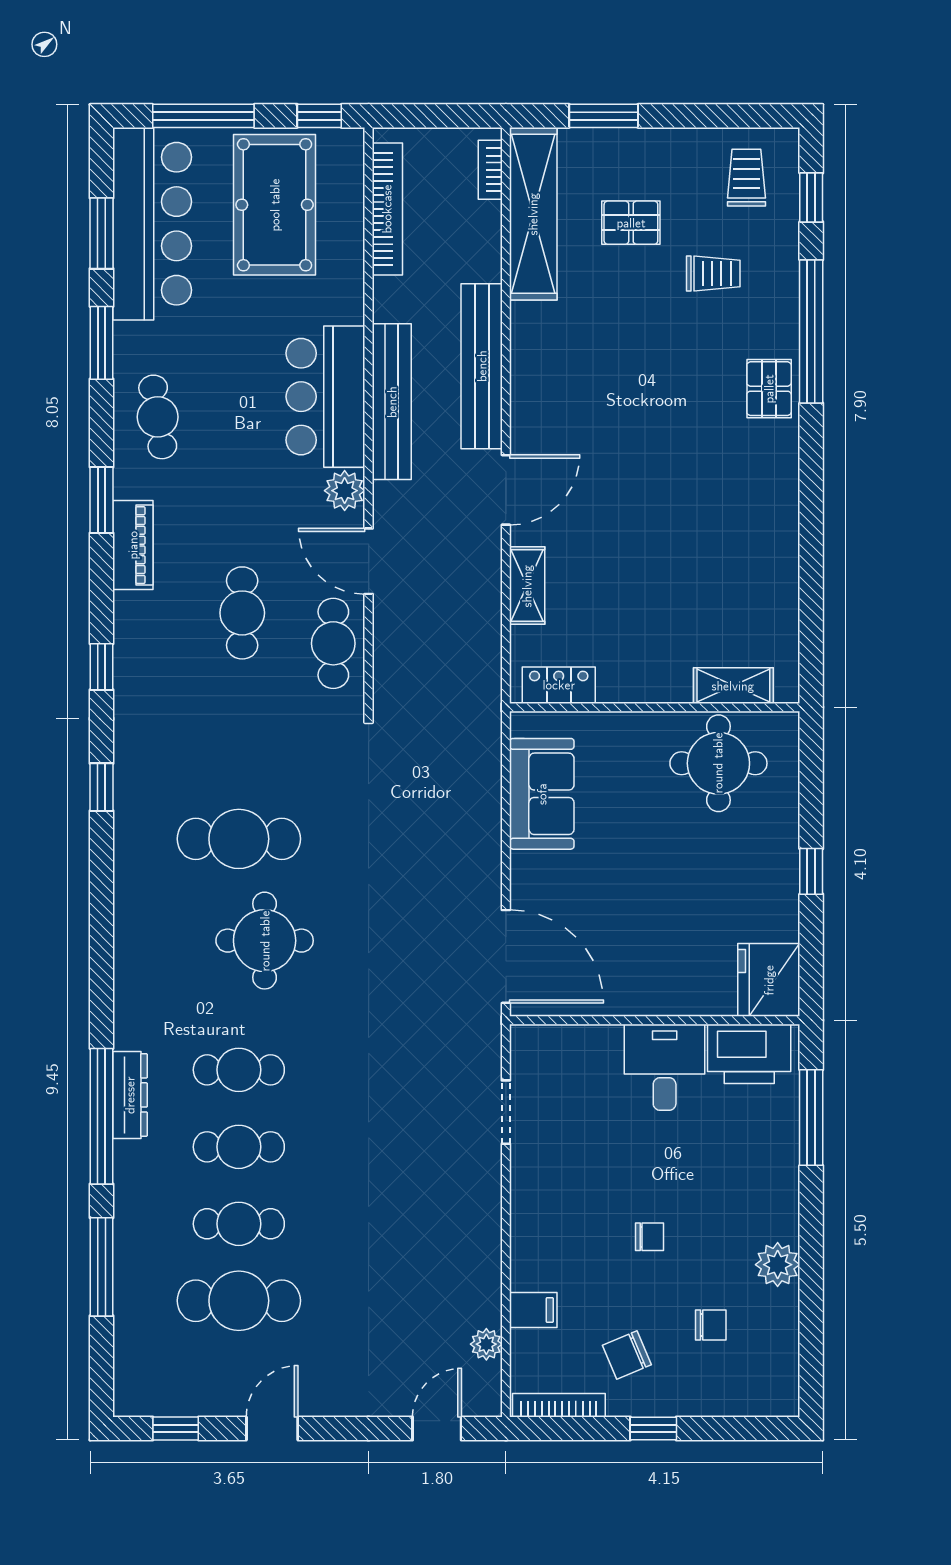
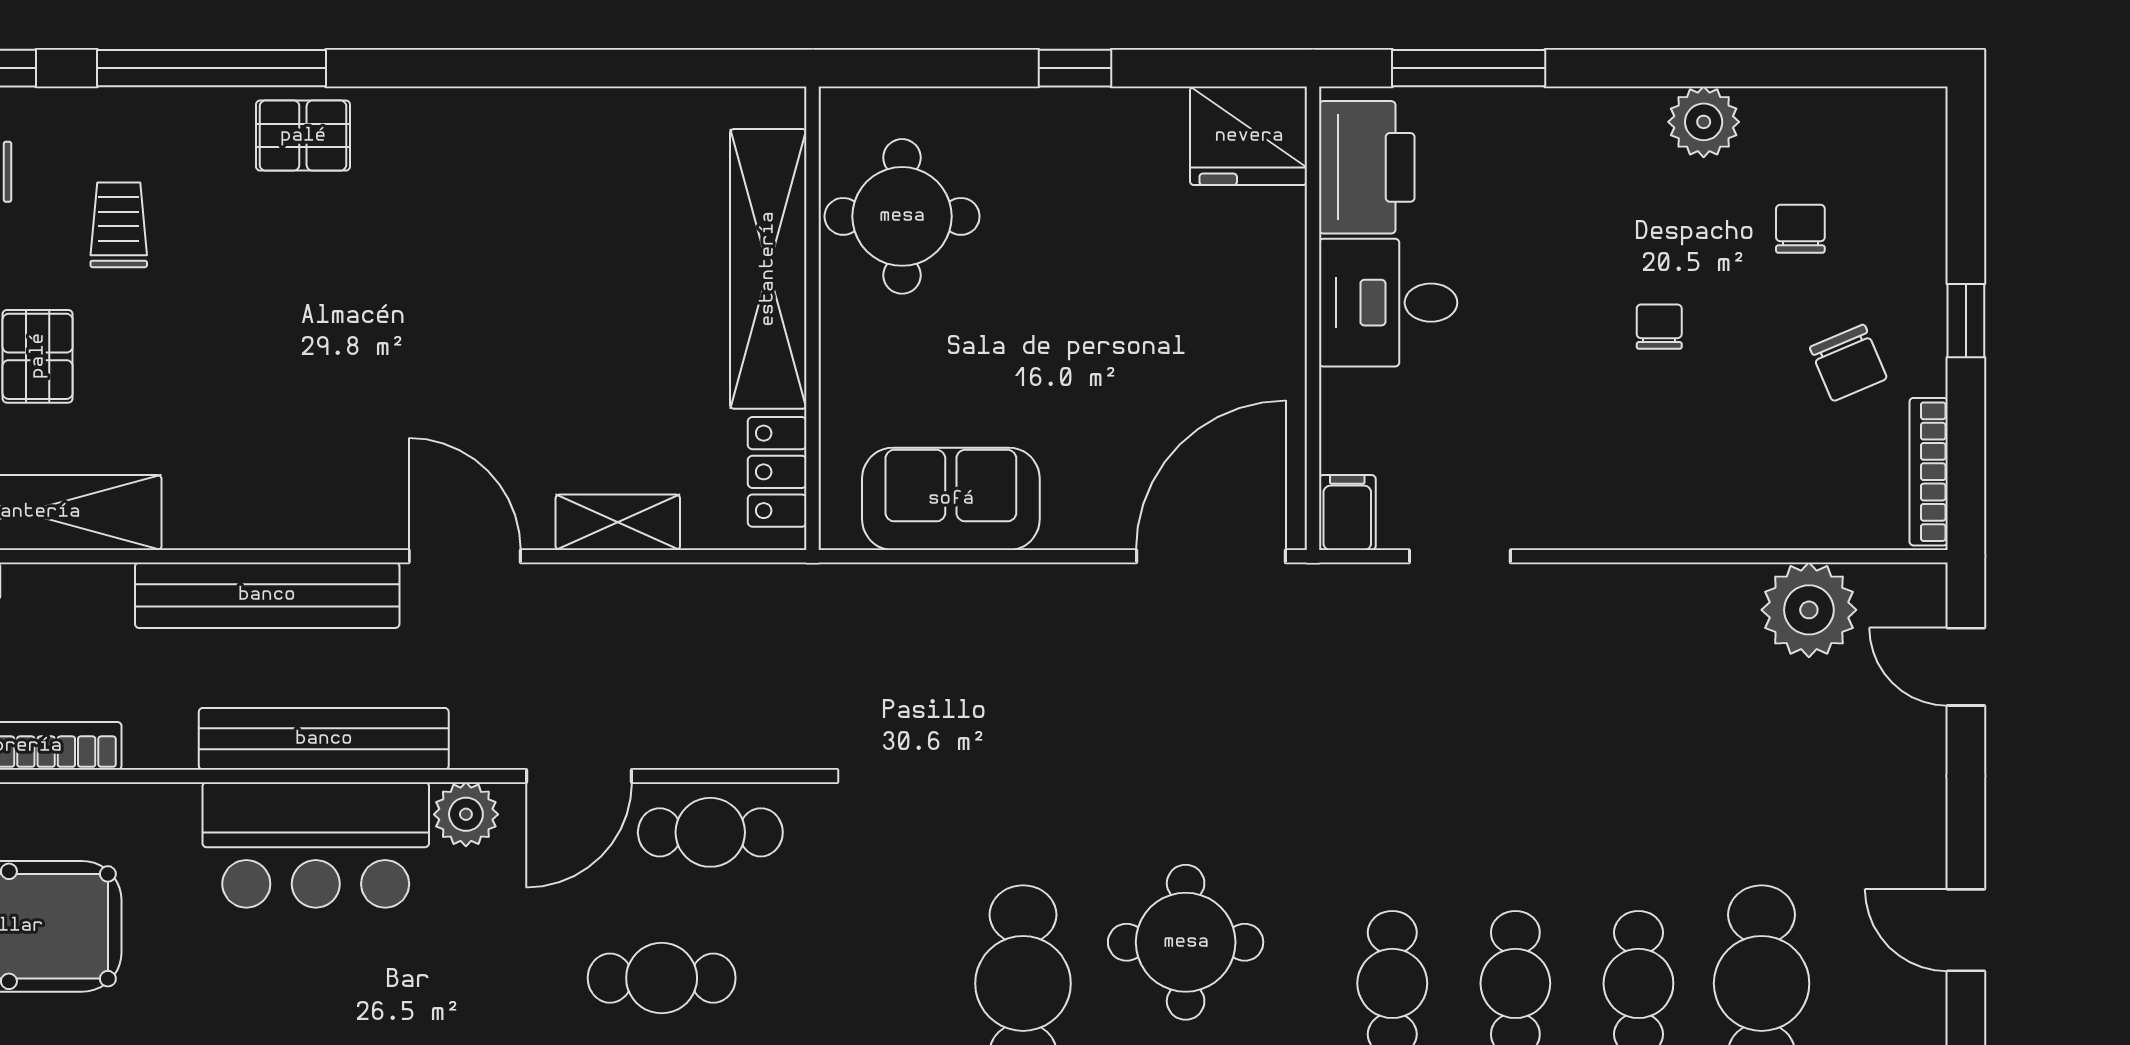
shelving: (733, 686) -> (768, 269), width x2.20, depth x1.33
filing cabinet: (533, 1310) -> (1347, 513), moved
plant: (486, 1344) -> (1809, 610), width x1.87, depth x1.87

